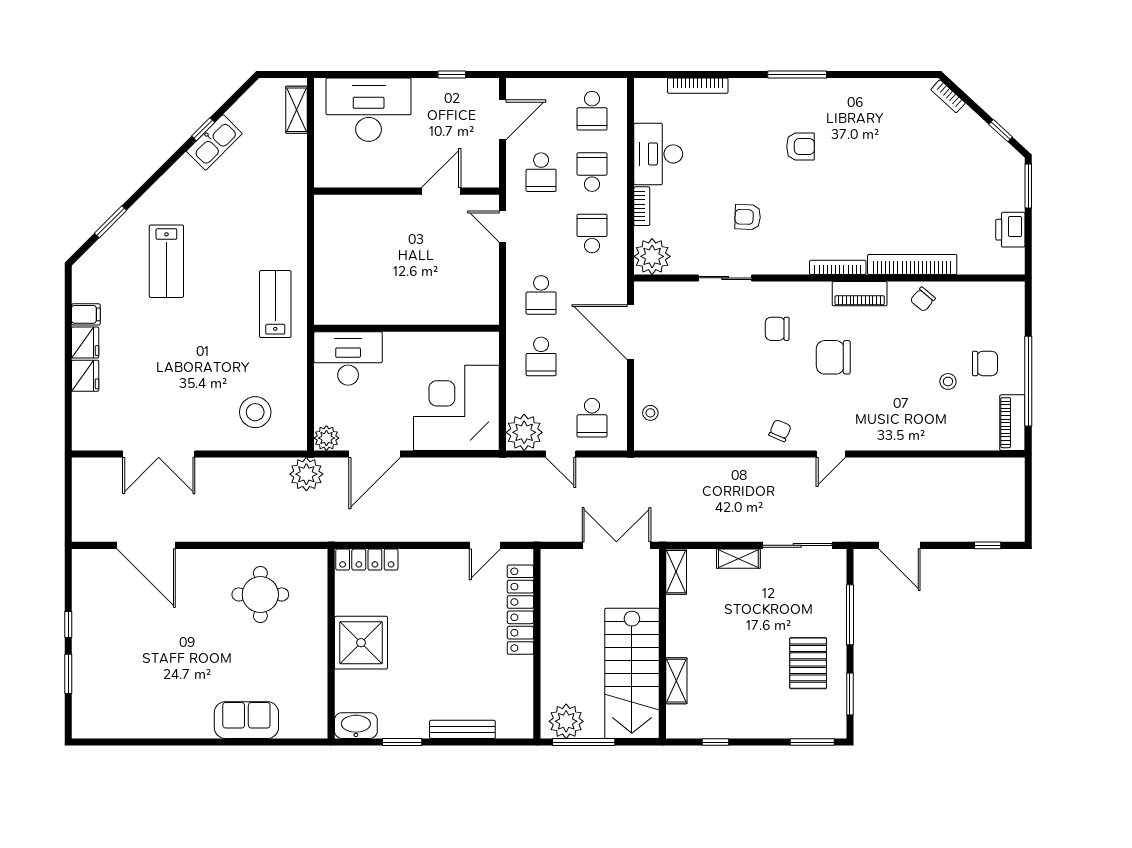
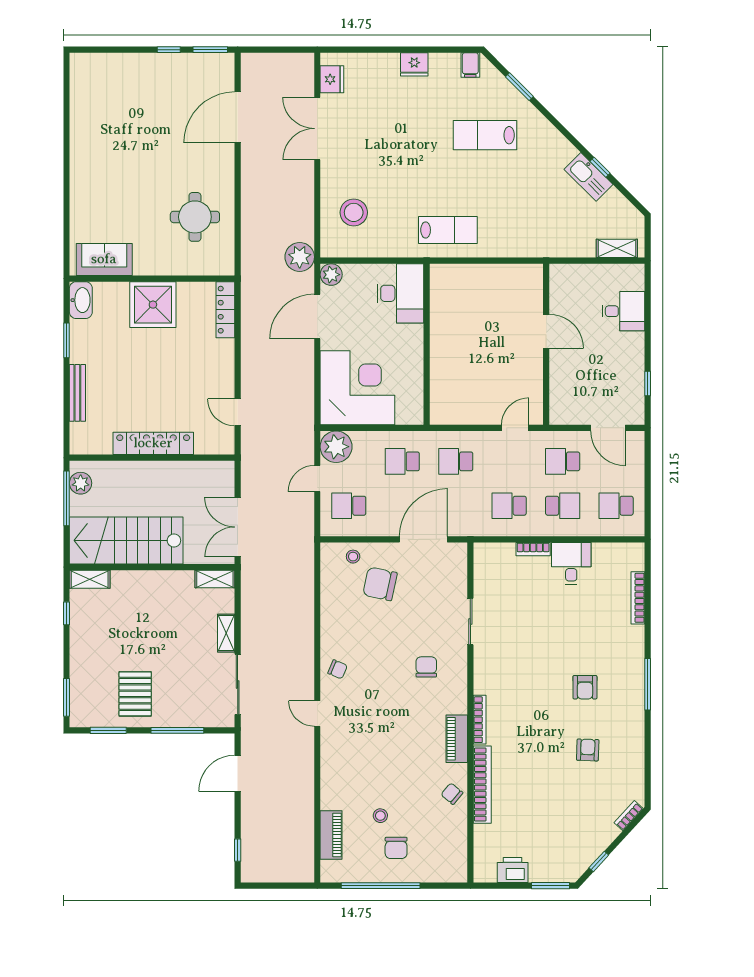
desk: (369, 110) -> (623, 311), width x0.53, depth x0.77
desk: (658, 154) -> (571, 563), width x0.73
door: (441, 191) -> (546, 331), moved
armchair: (748, 217) -> (588, 750), moved
school desk: (592, 234) -> (509, 506), turned 180
plant: (652, 256) -> (489, 558), removed
filing cabinet: (86, 314) -> (470, 65), moved
chair: (833, 357) -> (380, 584), moved, turned -78
fridge: (85, 376) -> (332, 79), moved, turned -90
piano: (1012, 423) -> (331, 835), moved, turned 90
door: (375, 454) -> (317, 316), hinge flipped
double door: (616, 545) -> (238, 527), swing flipped
locker: (520, 610) -> (153, 443), moved
pallet: (808, 663) -> (135, 694), turned 90
window: (68, 674) -> (210, 50), moved
shelving: (676, 681) -> (90, 579), moved
sofa: (246, 720) -> (104, 259), moved, turned -90
plant: (566, 721) -> (81, 483), width x0.73, depth x0.73

